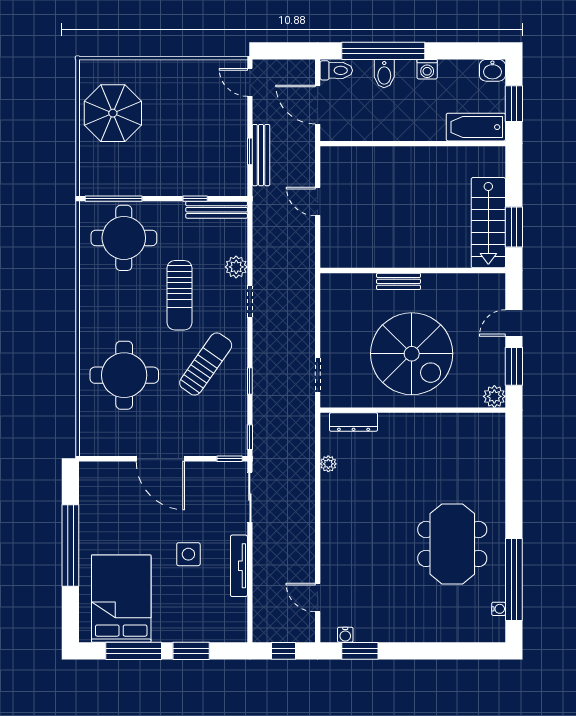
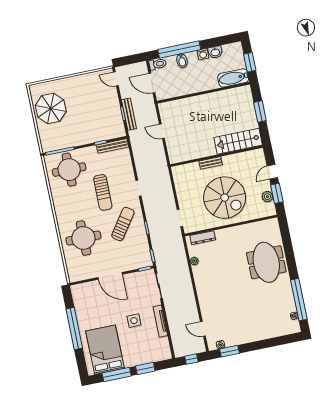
washbasin: (492, 70) -> (215, 52), moved
stairs: (488, 223) -> (238, 141), moved, turned 90
window: (514, 227) -> (260, 112), moved
plant: (236, 267) -> (128, 172), removed
plant: (494, 396) -> (267, 197), moved
meeting table: (452, 544) -> (266, 262), moved

